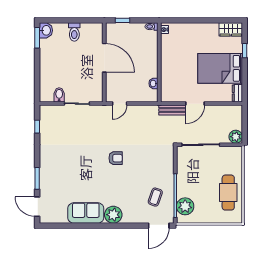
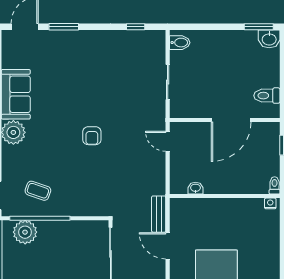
toilet: (74, 32) -> (267, 96), moved
bidet: (59, 95) -> (180, 43), moved

